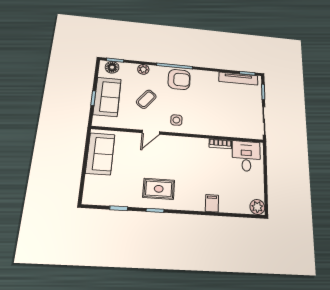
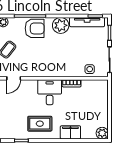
plant: (209, 79) -> (61, 25), added
side table: (176, 120) -> (90, 69), moved
desk: (246, 156) -> (50, 92), moved
rug: (159, 189) -> (40, 124), moved
filing cabinet: (212, 203) -> (70, 132), width x2.00

